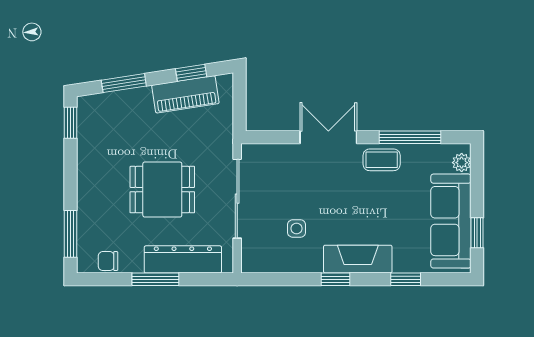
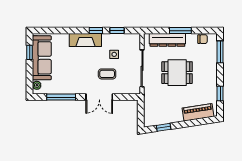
window: (124, 83) -> (195, 122), removed
piano: (185, 94) -> (198, 112), moved
window: (71, 123) -> (220, 94), moved
coffee table: (382, 160) -> (107, 74), moved
window: (406, 279) -> (117, 31), moved

